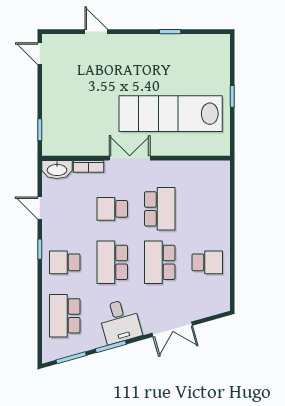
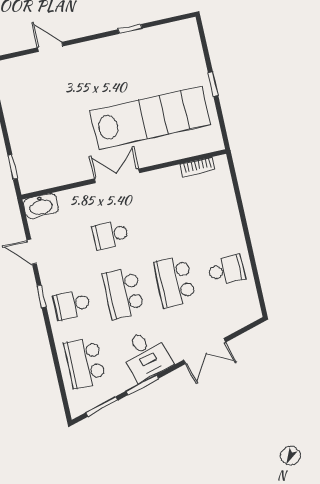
lab bench: (171, 114) -> (151, 118), turned 180
bookcase: (88, 166) -> (197, 167), moved
school desk: (160, 209) -> (162, 224), removed

